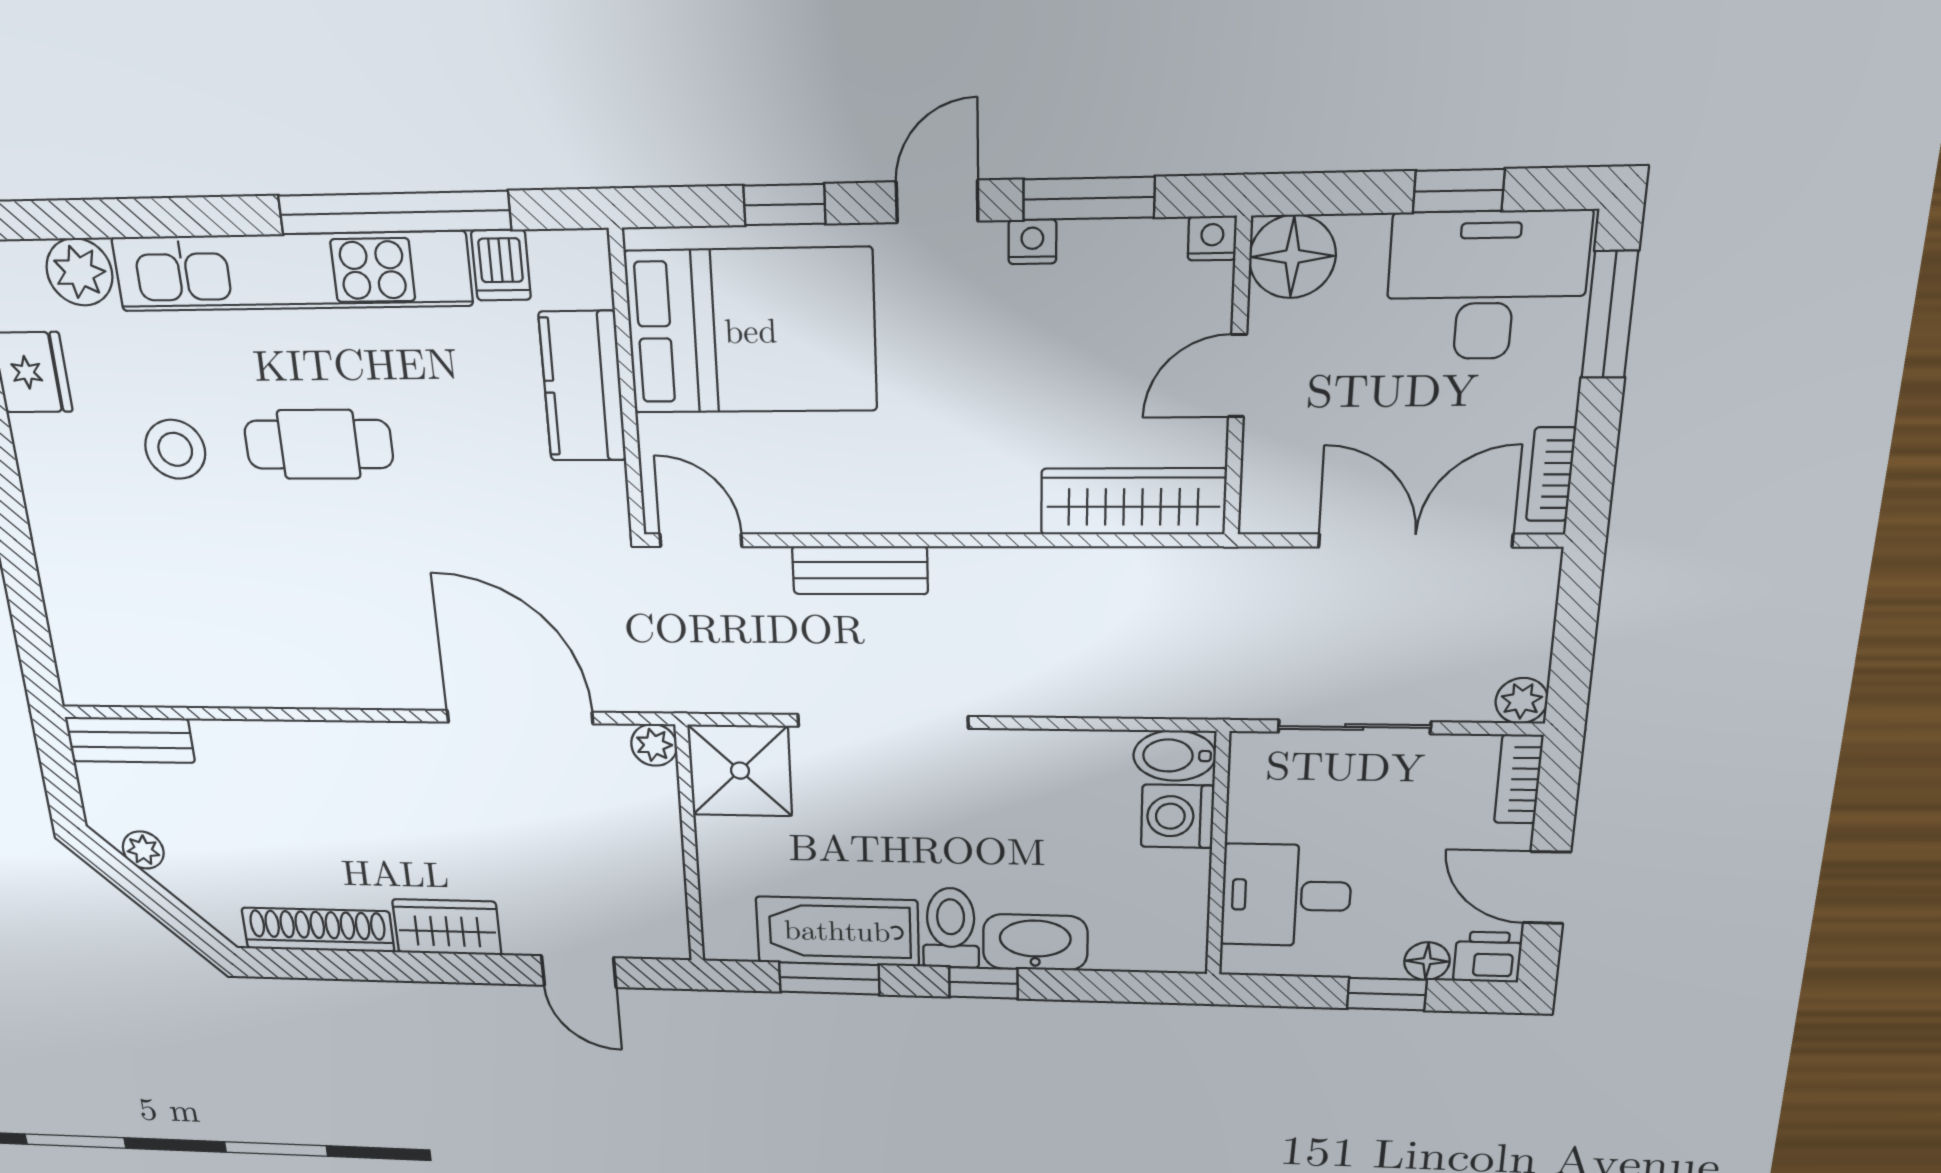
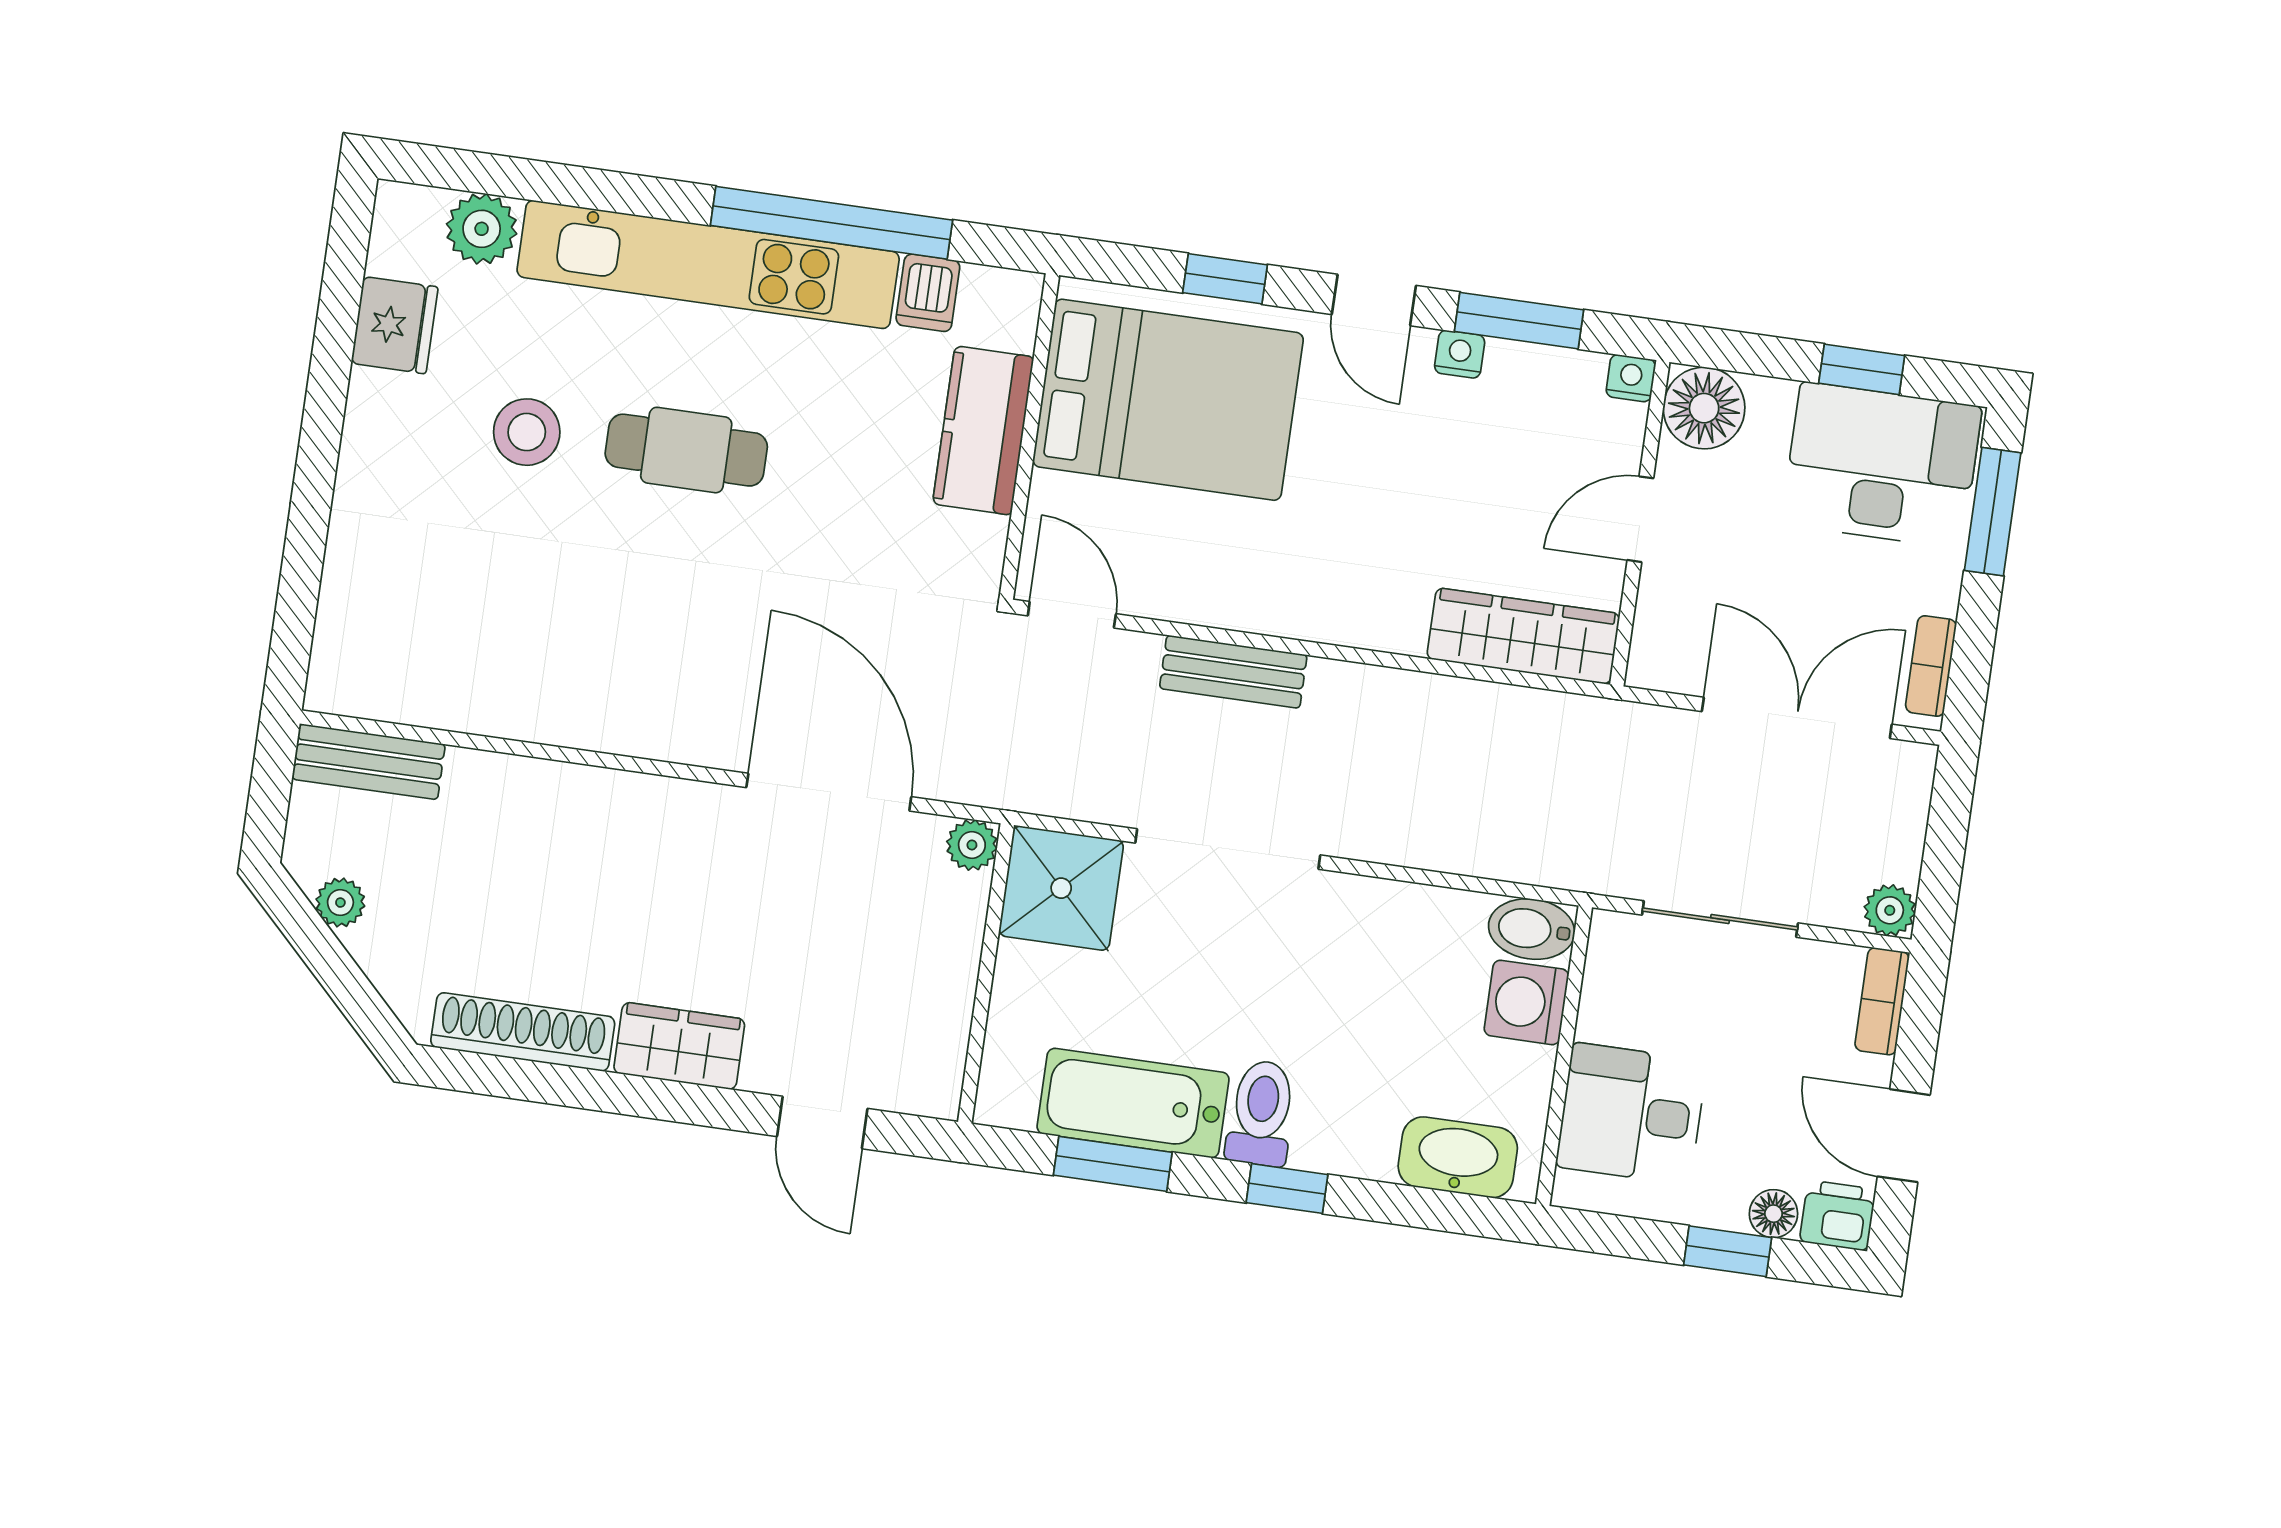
door: (937, 201) -> (1374, 300), swing flipped
washbasin: (1035, 942) -> (1458, 1157), moved

